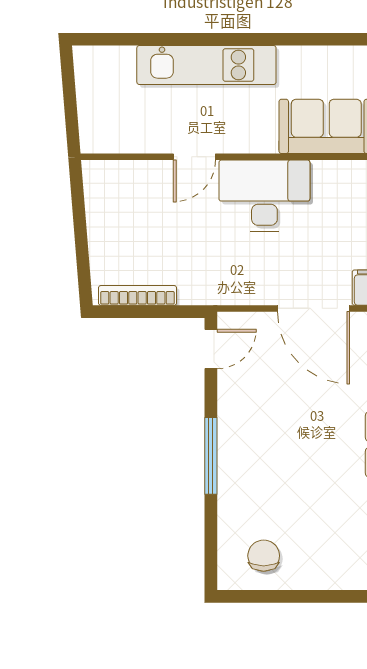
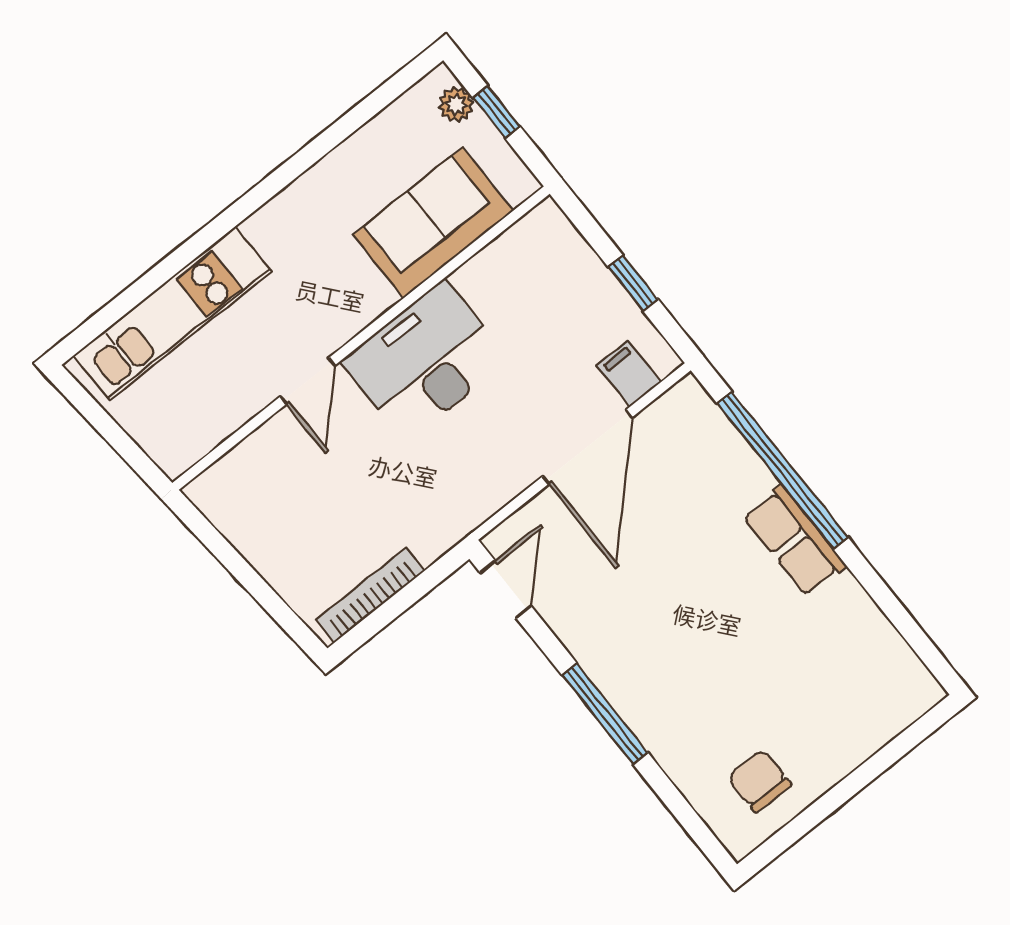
kitchen unit: (206, 65) -> (172, 314), moved
door: (313, 308) -> (587, 447), hinge flipped

